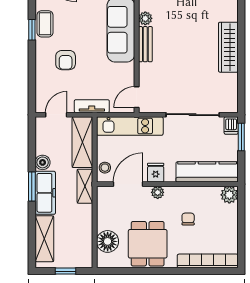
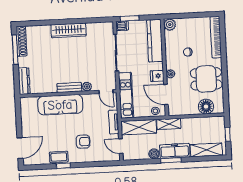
plant: (145, 18) -> (87, 87), moved

